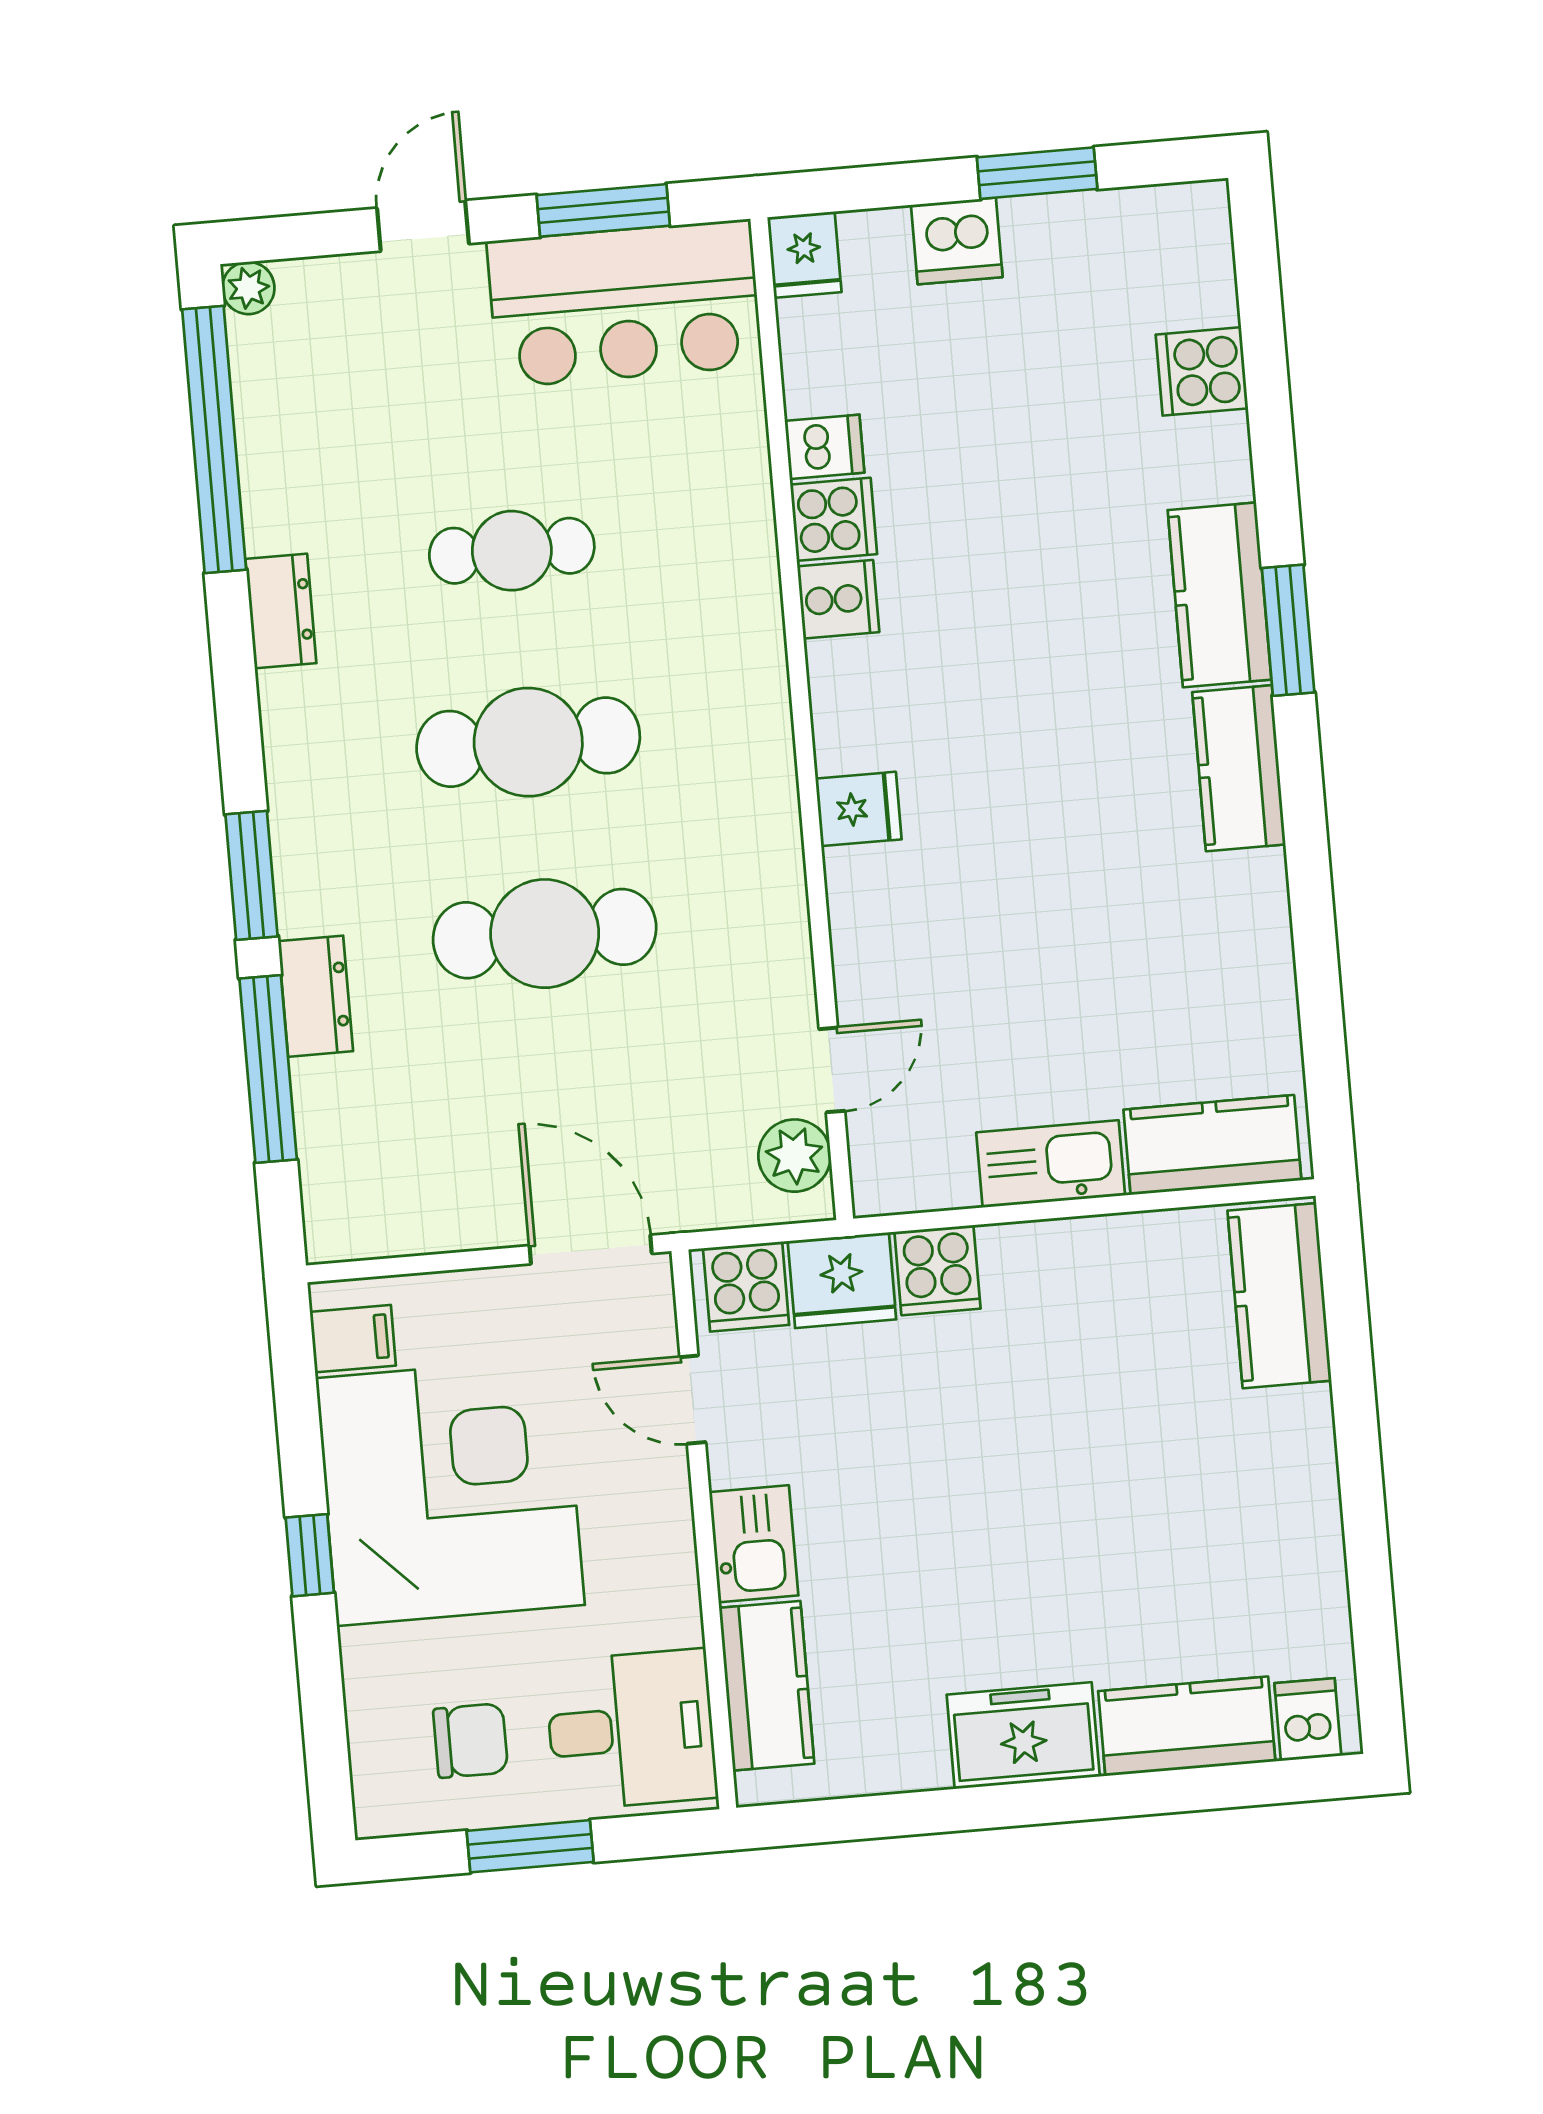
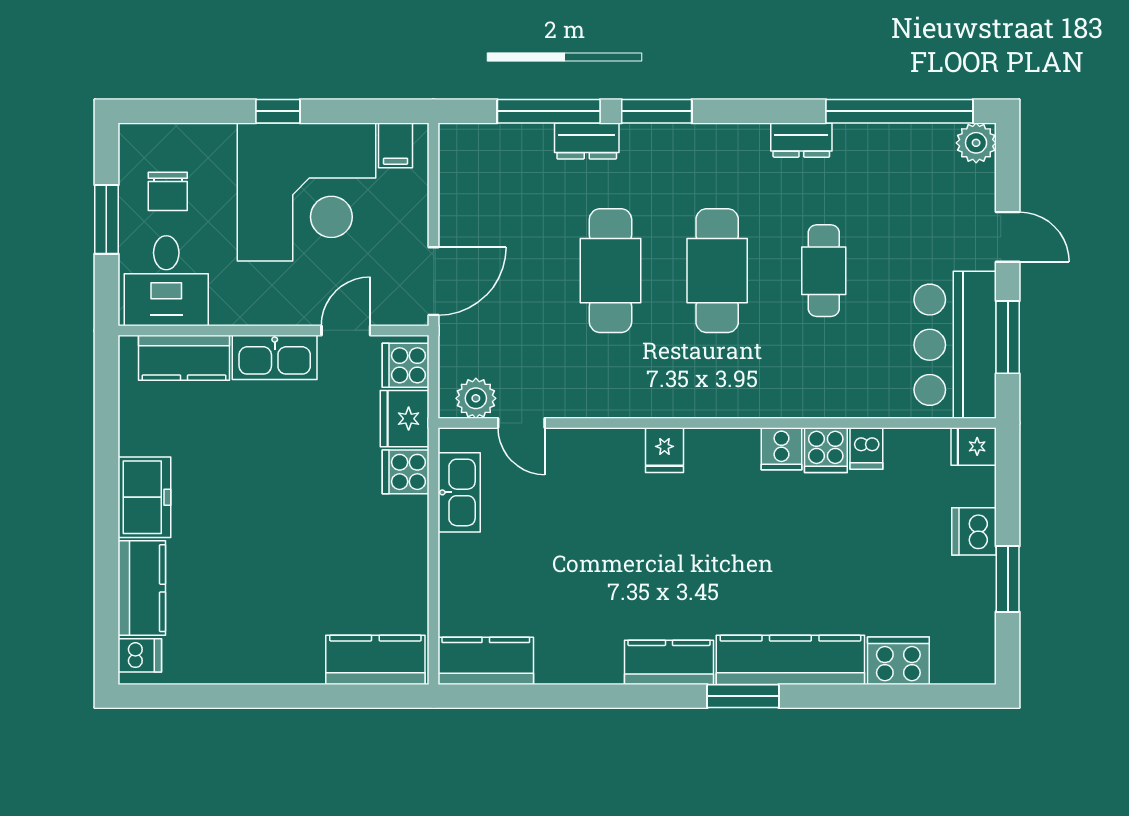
plant: (248, 288) -> (976, 143), width x1.38, depth x1.38
cooker: (1202, 371) -> (898, 661), width x1.36
kitchen counter: (1220, 595) -> (790, 660), width x1.50
kitchen counter: (1212, 1145) -> (486, 661), moved, turned -90
kitchen sink: (1051, 1164) -> (459, 492), moved
kitchen sink: (754, 1544) -> (275, 357), width x1.38

